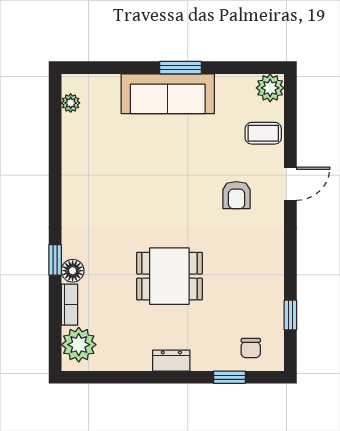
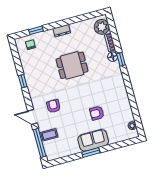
plant: (270, 88) -> (52, 154), removed
sofa: (168, 94) -> (93, 140), width x0.73
window: (290, 121) -> (39, 143), added
armchair: (143, 153) -> (97, 113), added
door: (290, 184) -> (32, 117), hinge flipped
window: (290, 315) -> (23, 81), moved

